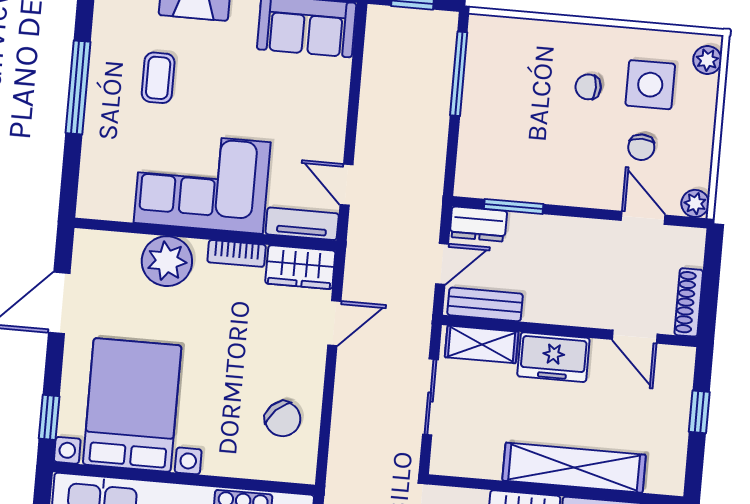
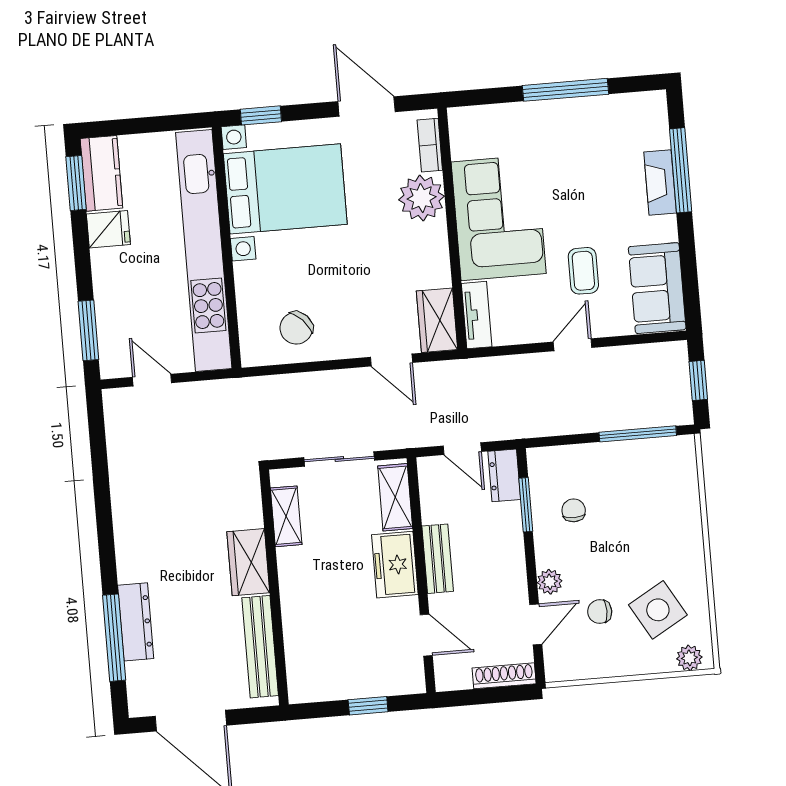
coffee table: (158, 78) -> (583, 271), moved, turned 90
side table: (650, 85) -> (658, 610), turned -30
chair: (588, 87) -> (574, 510), moved
door: (346, 185) -> (573, 345), moved
plant: (695, 203) -> (550, 582), moved
bookcase: (237, 253) -> (430, 145), moved
shoe rack: (689, 302) -> (504, 676), moved
bench: (485, 304) -> (438, 559), moved
door: (635, 337) -> (426, 635), swing flipped
shelving: (574, 468) -> (286, 516), moved, width x0.45, depth x0.75

